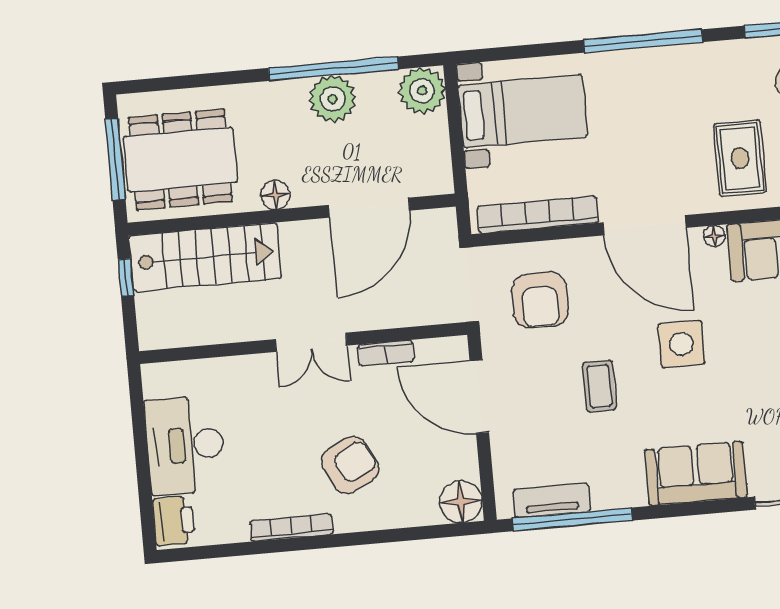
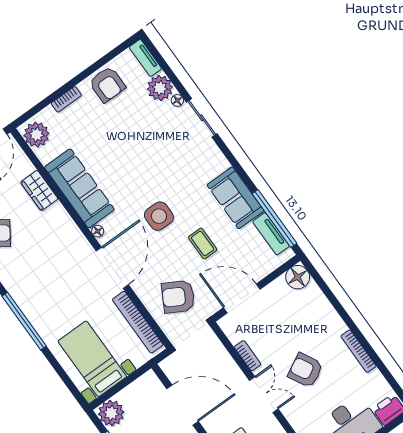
rug: (740, 158) -> (53, 241), removed
armchair: (540, 300) -> (178, 297), turned -151
coffee table: (599, 386) -> (203, 244), turned 90
door: (479, 396) -> (242, 298), swing flipped
armchair: (350, 465) -> (306, 370), moved
sofa: (696, 473) -> (235, 198), moved

